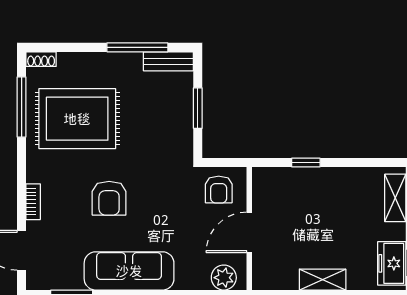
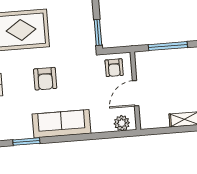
window: (198, 108) -> (98, 32), moved
window: (306, 162) -> (168, 46), width x2.17

